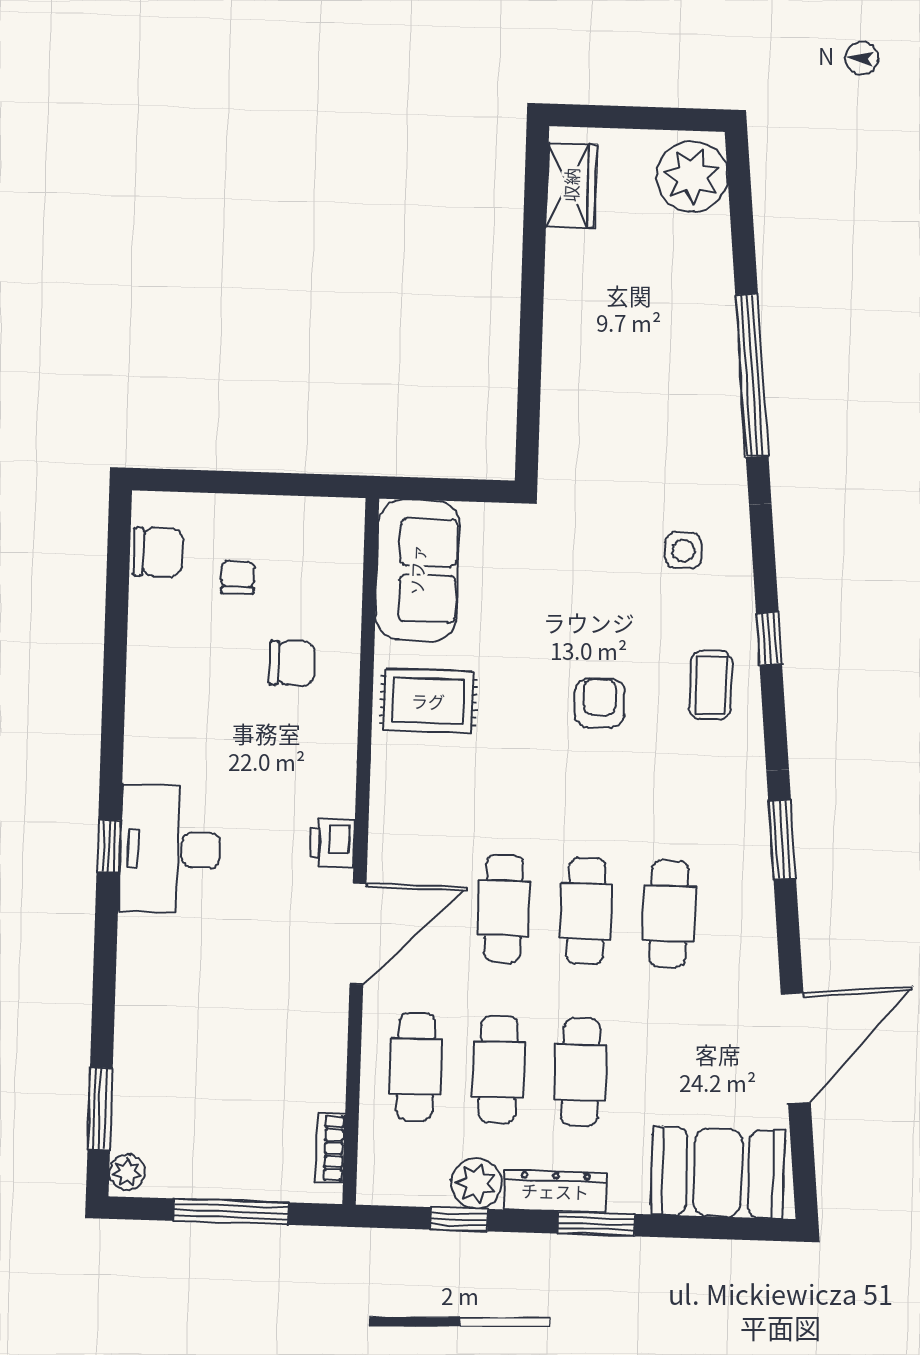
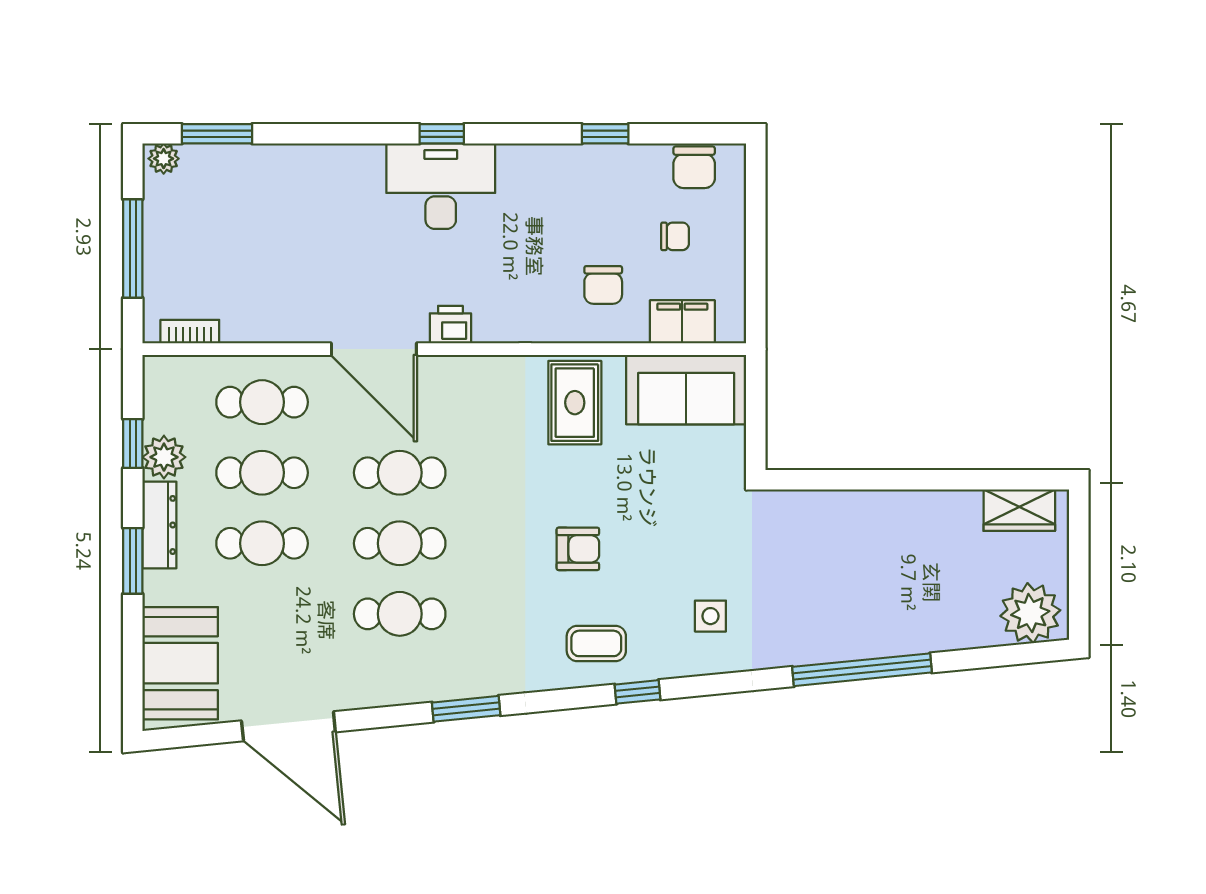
filing cabinet: (338, 572) -> (682, 322), added
window: (115, 655) -> (605, 134), added

